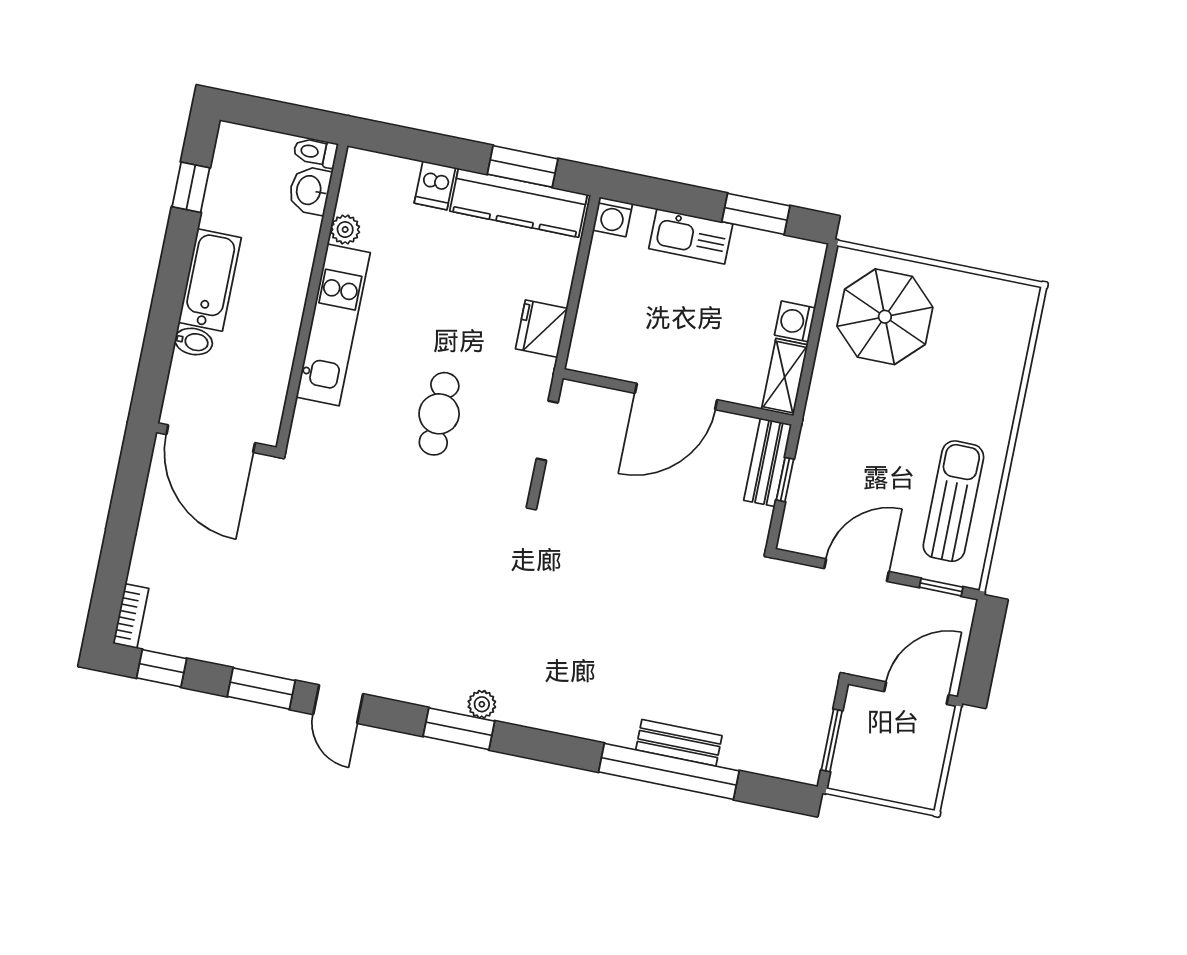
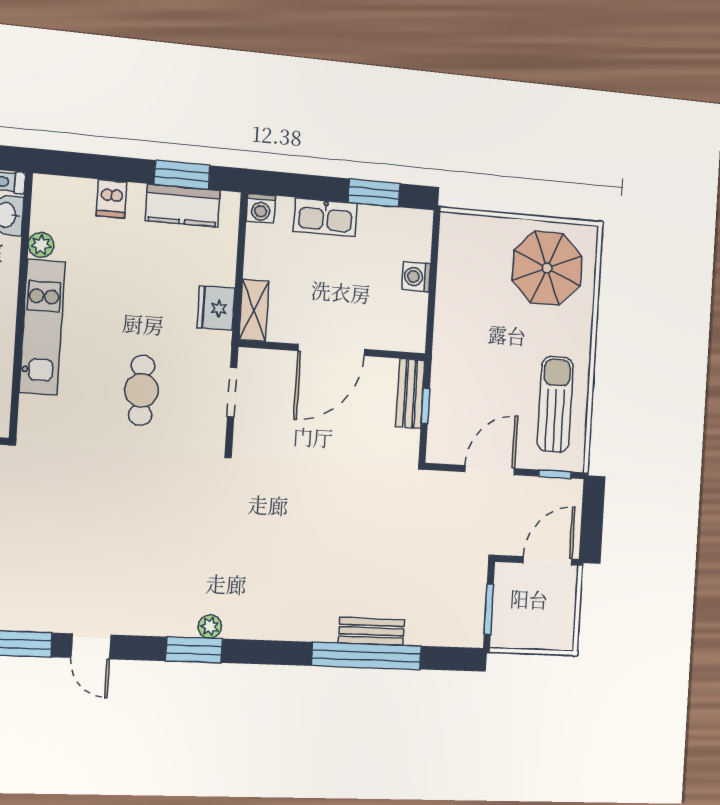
kitchen counter: (519, 203) -> (183, 206), width x0.67
parasol: (885, 317) -> (547, 268), moved
shelving: (785, 377) -> (254, 310), moved

